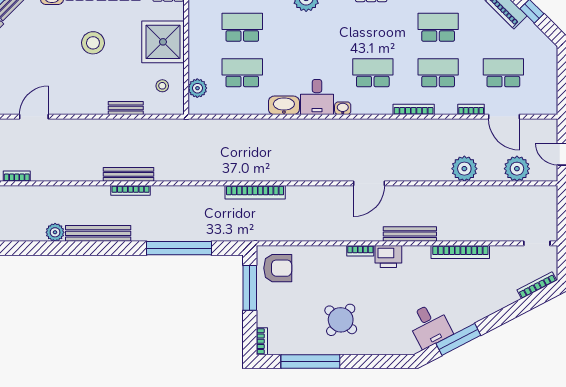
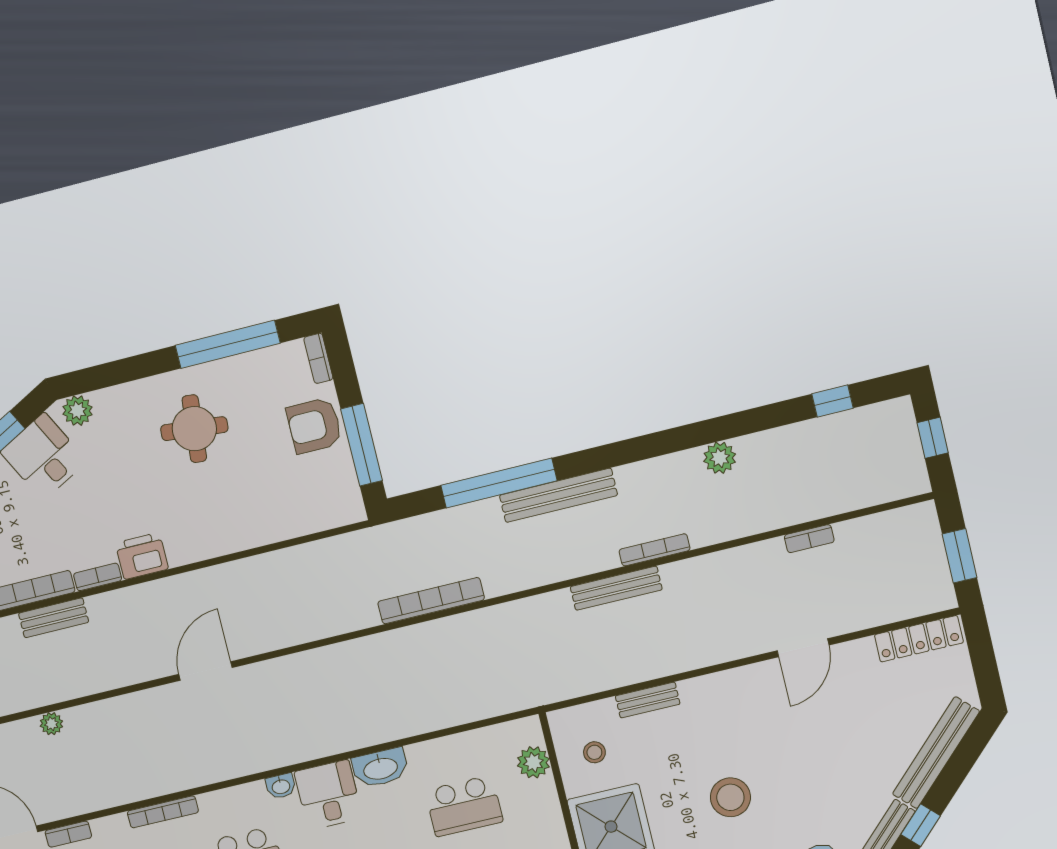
plant: (464, 169) -> (51, 724), width x0.53, depth x0.53
bookcase: (131, 190) -> (655, 550), moved
bookcase: (255, 192) -> (431, 601), moved
bench: (98, 233) -> (558, 495), moved
bench: (410, 234) -> (54, 618), moved, width x0.73
bookcase: (360, 251) -> (98, 577), moved
armchair: (278, 268) -> (314, 426), moved
round table: (341, 320) -> (194, 429), turned -34
plant: (404, 346) -> (77, 411), added

